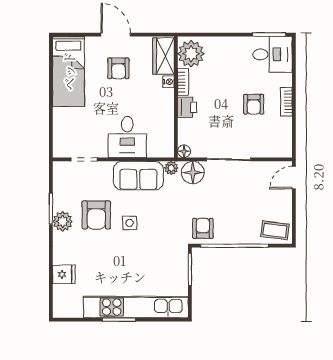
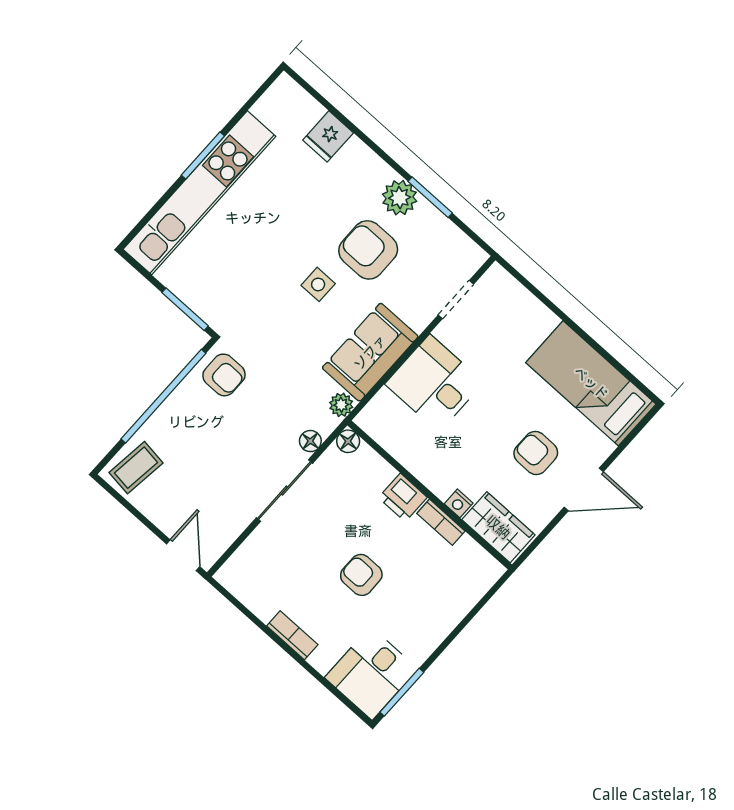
plant: (191, 54) -> (469, 566), removed
armchair: (254, 104) -> (361, 575), moved
floor lamp: (193, 173) -> (310, 441), width x0.53, depth x0.53

